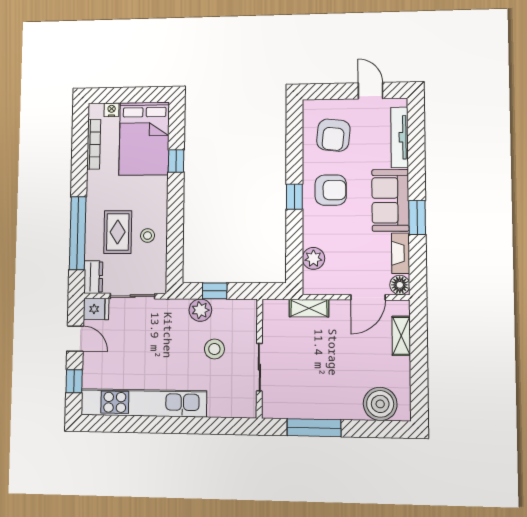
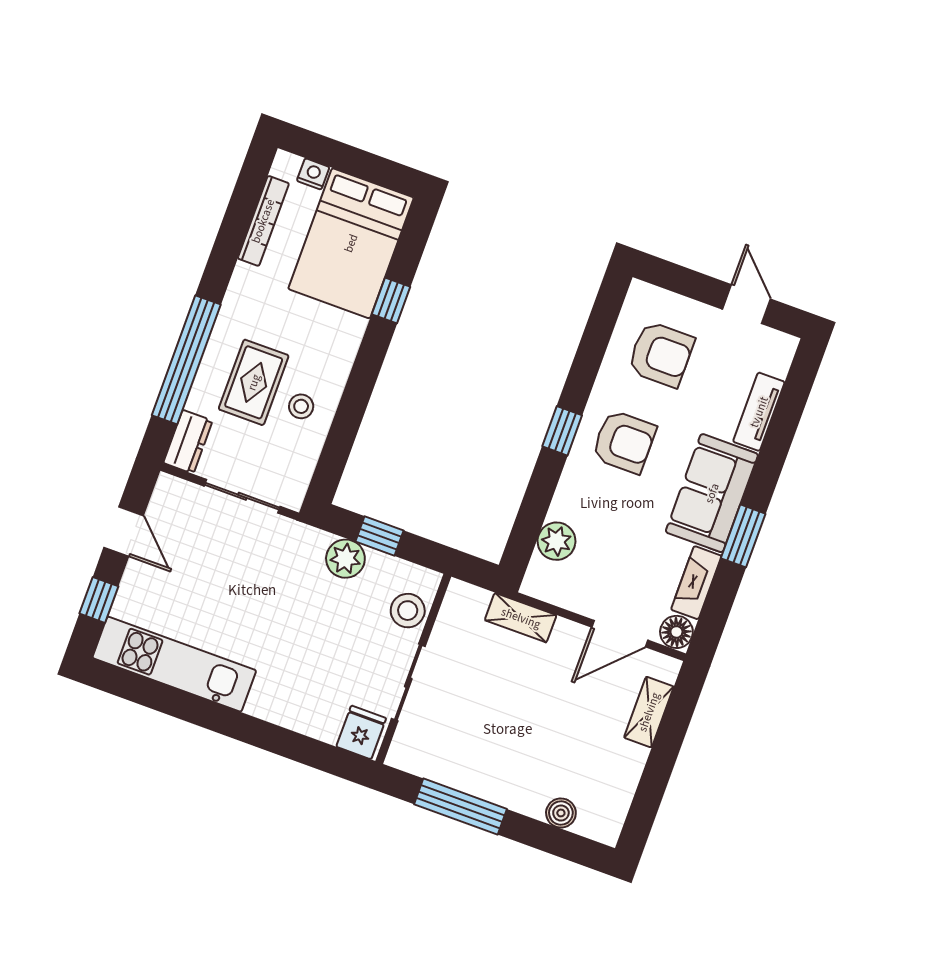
armchair: (333, 135) -> (661, 354), turned -96
tv unit: (400, 137) -> (759, 412), width x0.71
fridge: (96, 309) -> (361, 732), moved, turned -90
stool: (214, 349) -> (408, 611), moved
kitchen unit: (143, 403) -> (174, 664), width x0.73
boiler: (380, 404) -> (561, 813), width x0.54, depth x0.54

